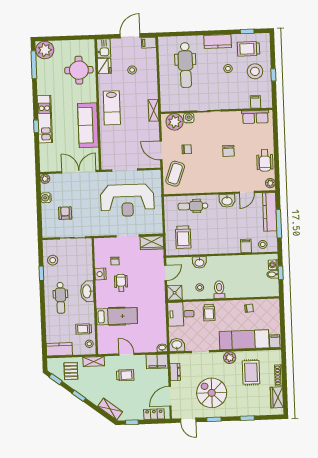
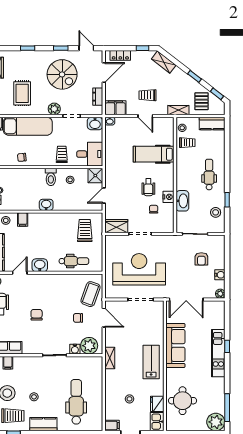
washbasin: (199, 262) -> (46, 205), moved
washbasin: (87, 291) -> (182, 201), moved
plant: (230, 358) -> (54, 109), moved

